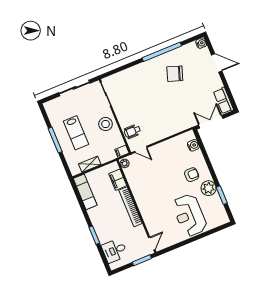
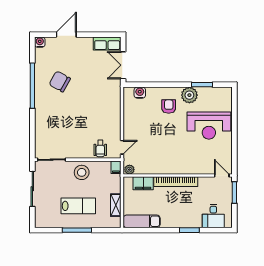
chair: (175, 74) -> (60, 81), turned 100

